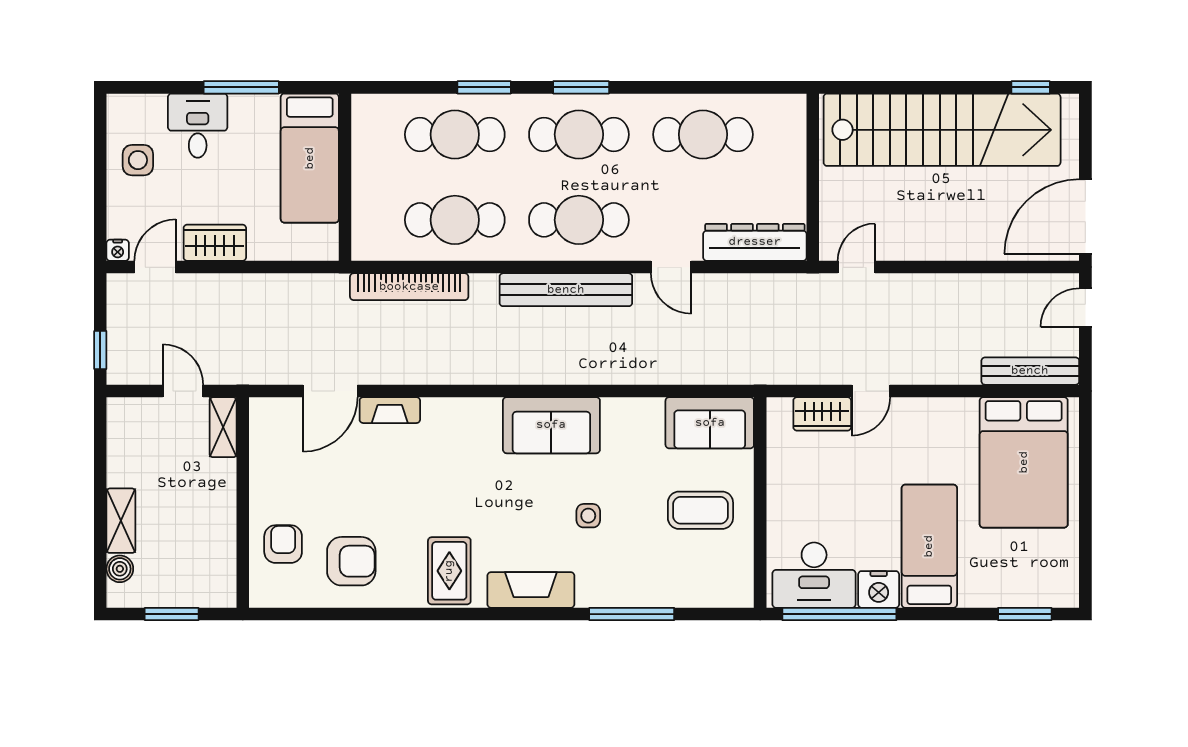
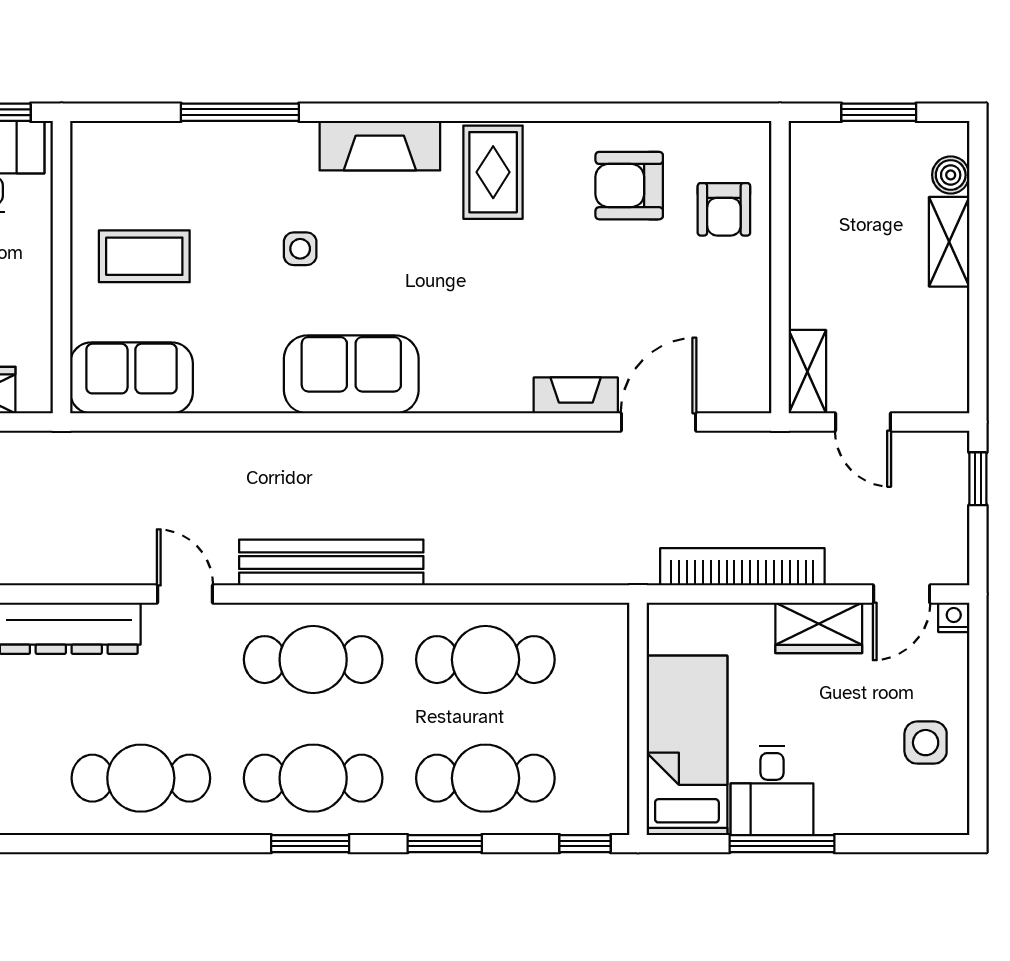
window: (383, 87) -> (585, 844), added
desk: (198, 126) -> (772, 790), moved
bookcase: (409, 287) -> (742, 567), moved

